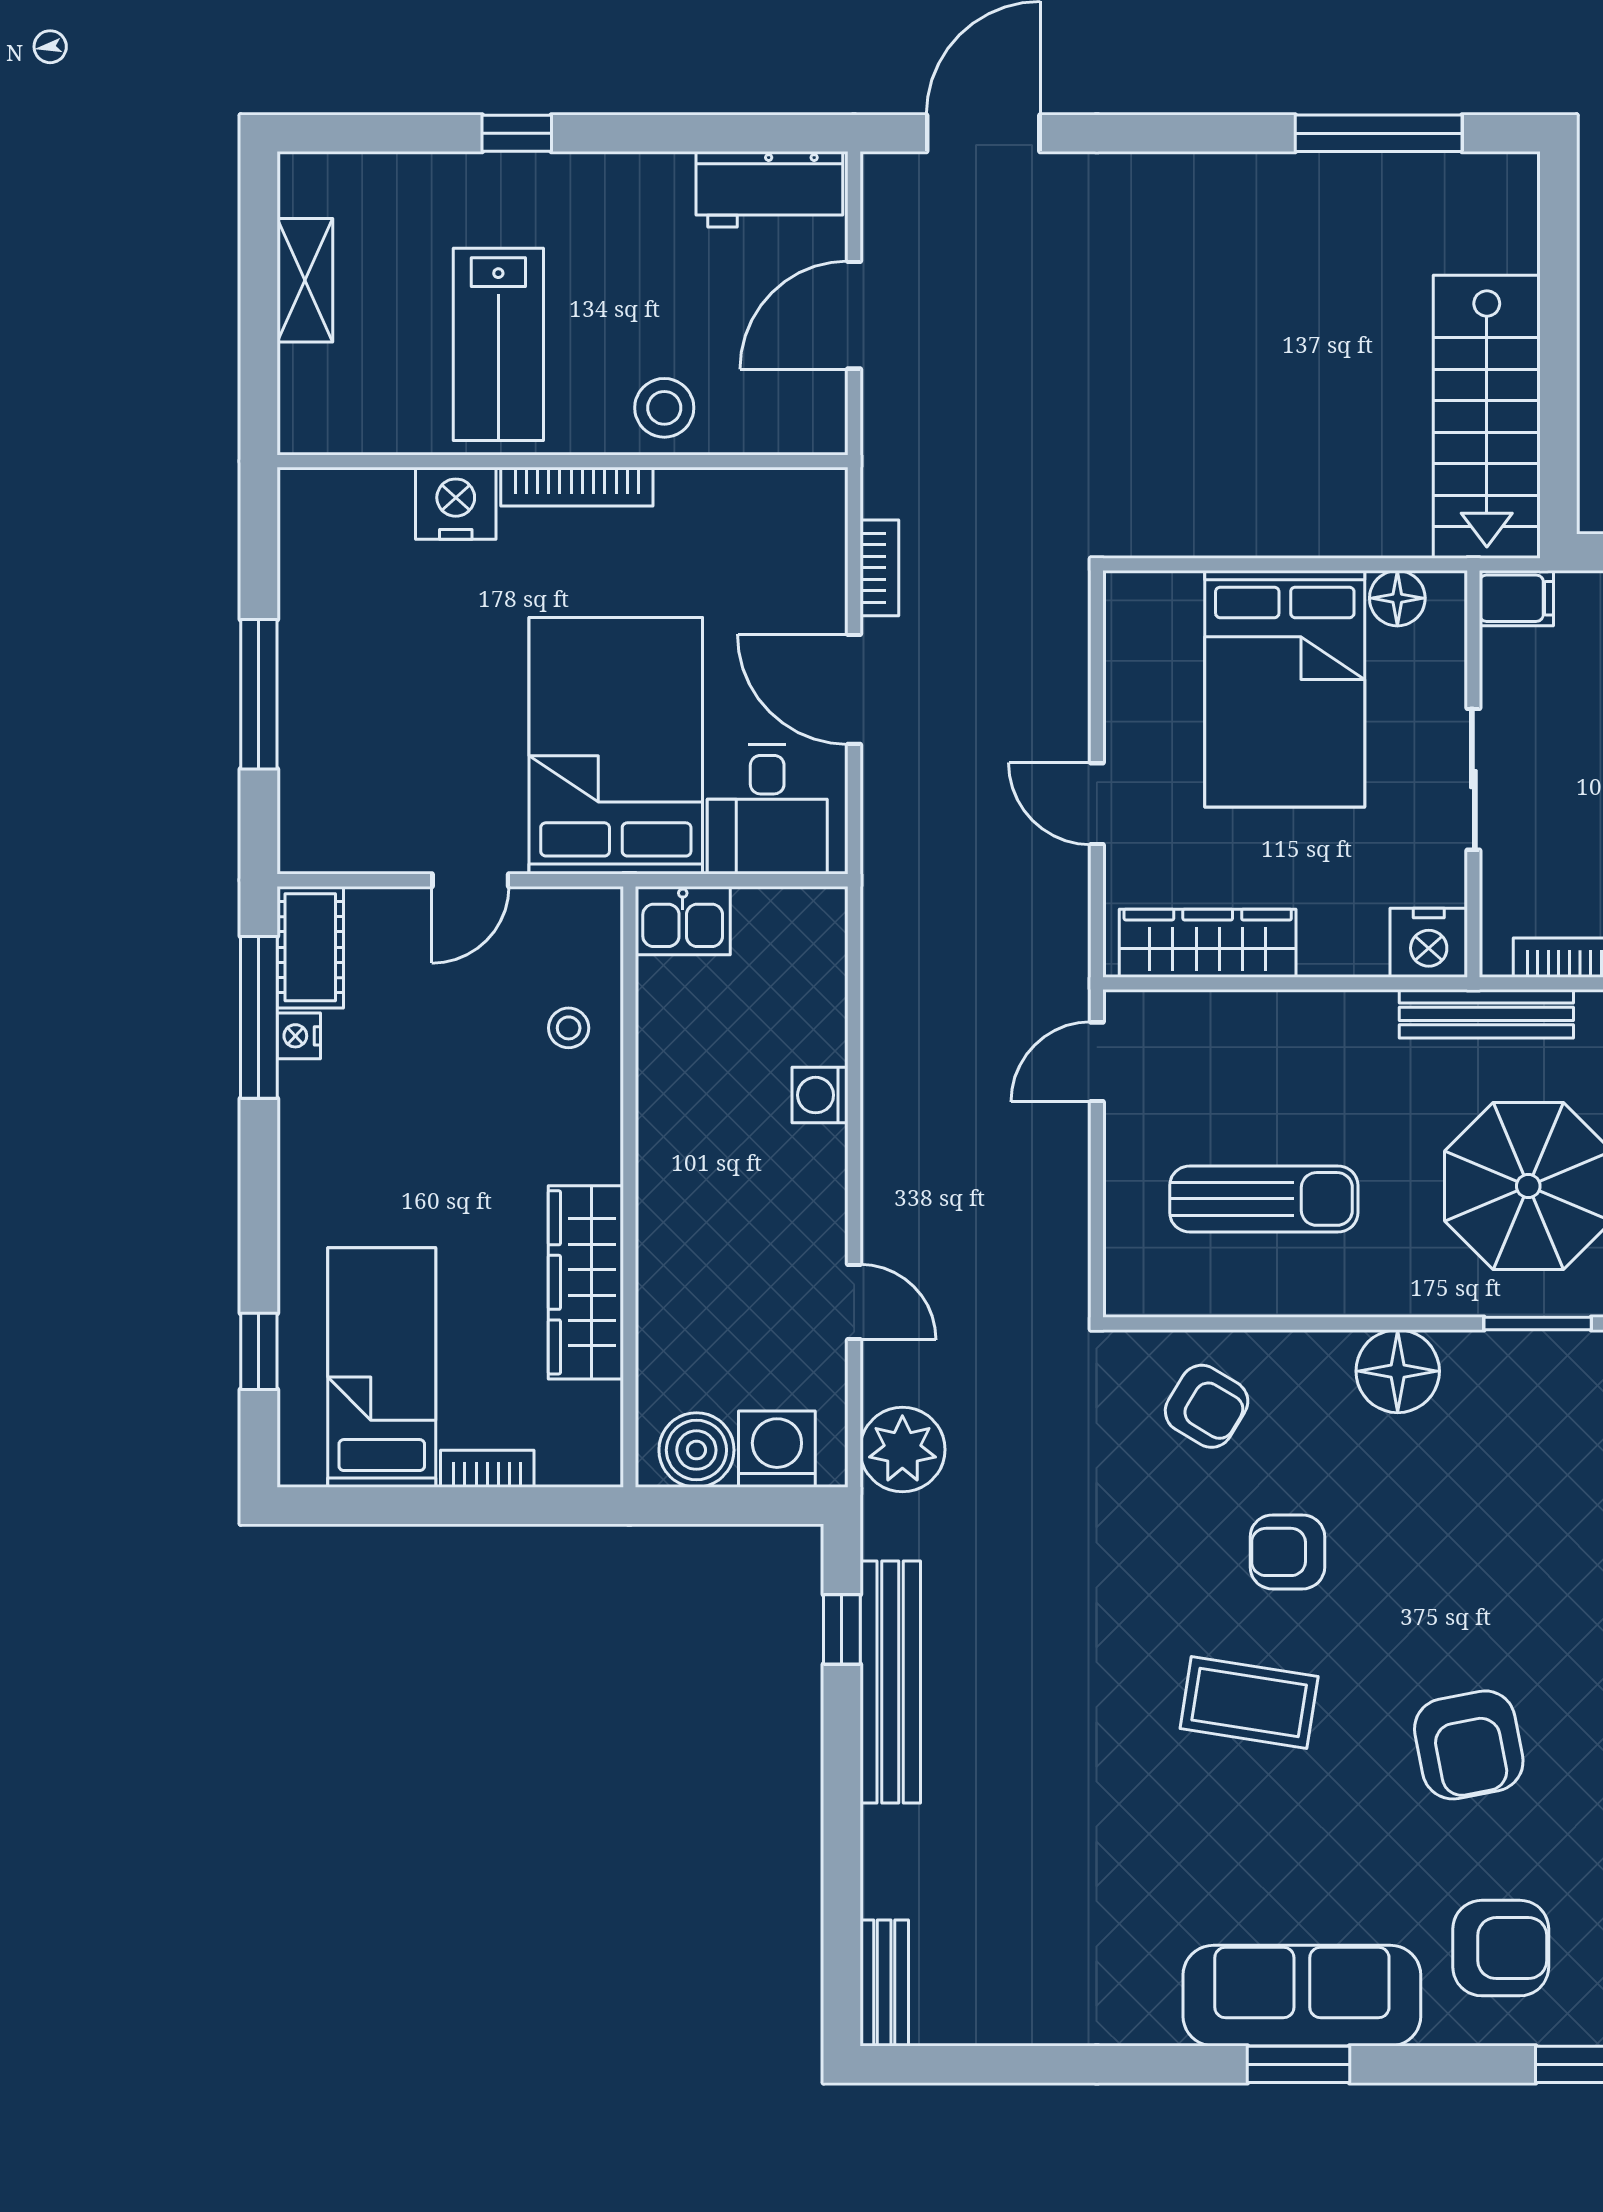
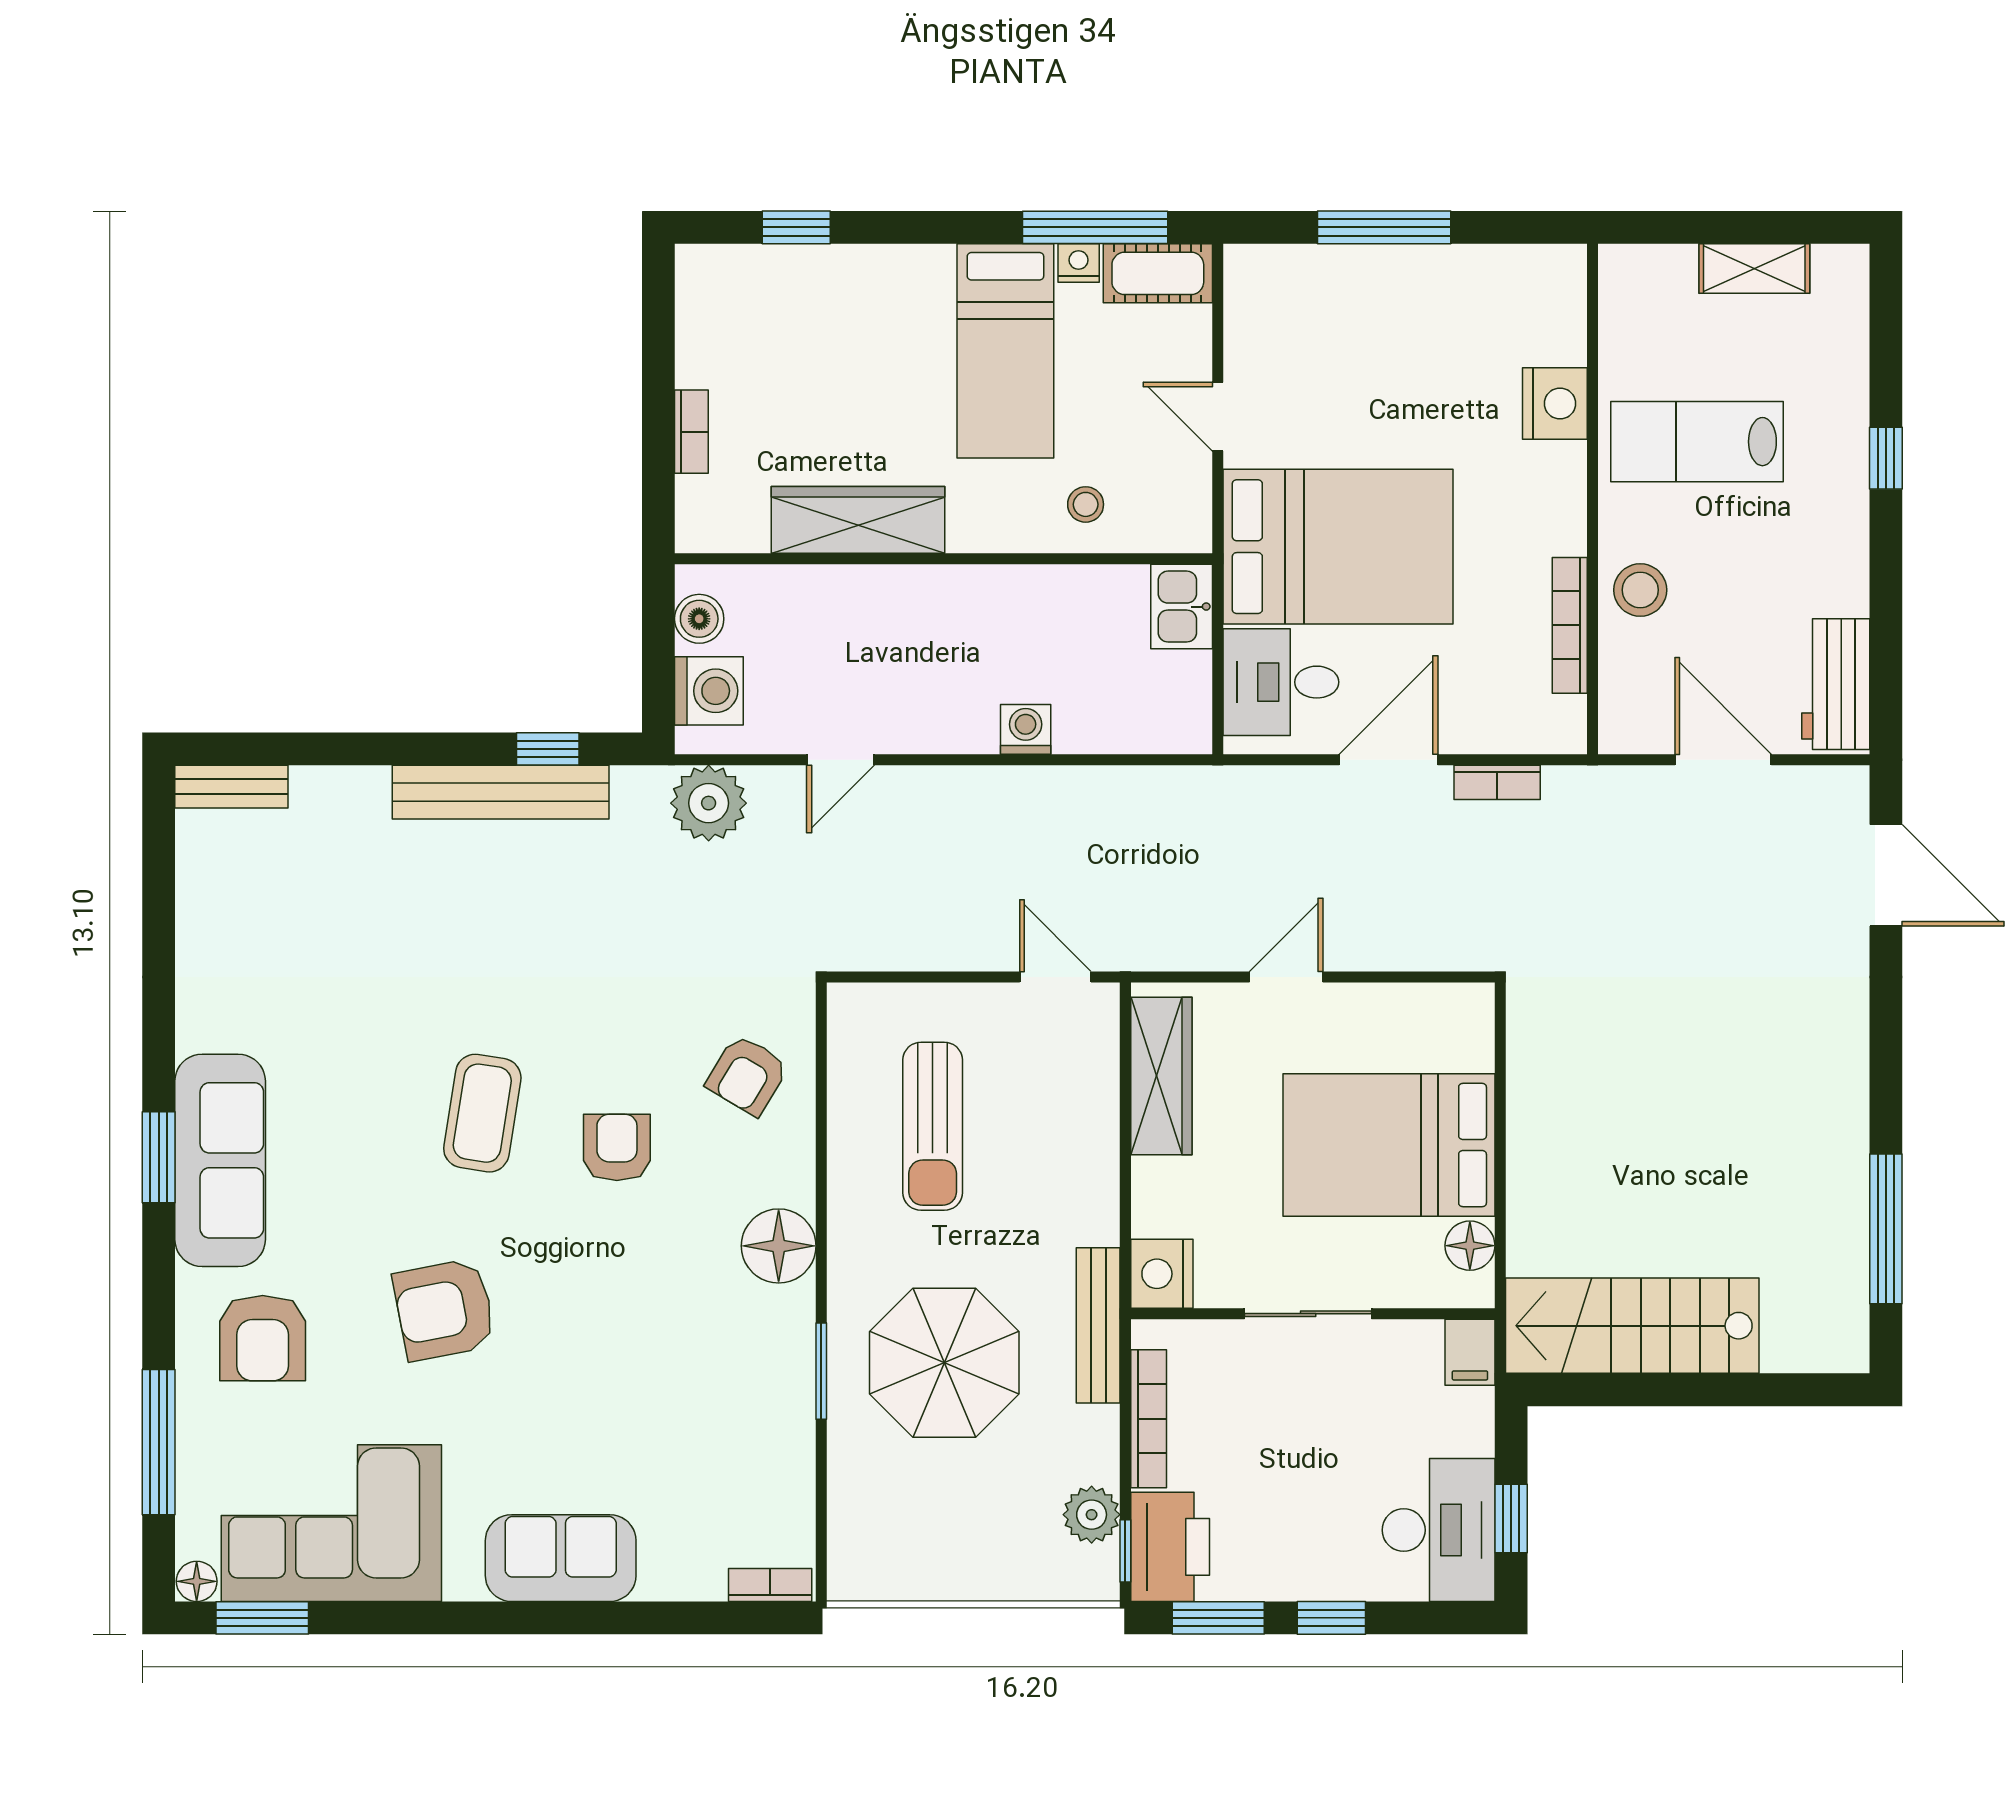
bookcase: (577, 487) -> (1570, 625), moved
bed: (382, 1368) -> (1005, 351), moved, turned 90
boiler: (696, 1450) -> (699, 619), width x0.73, depth x0.73

